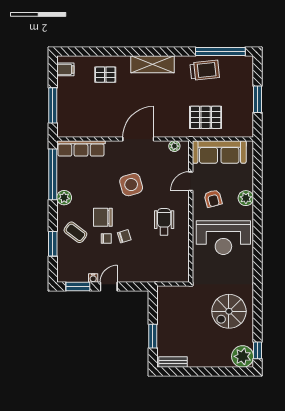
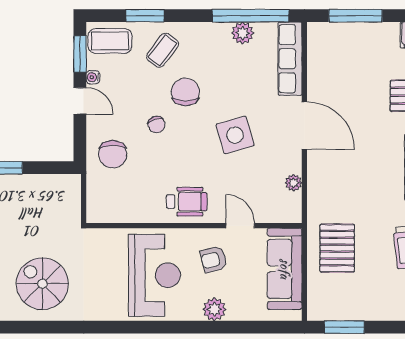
window: (258, 99) -> (344, 327), moved
door: (138, 139) -> (304, 126), moved
plant: (174, 146) -> (294, 183), moved
plant: (64, 198) -> (243, 33), moved
wheelchair: (164, 222) -> (187, 202), moved
chair: (106, 238) -> (113, 154), moved, width x1.87, depth x1.87
reception desk: (223, 238) -> (154, 275), turned 180
coffee table: (69, 267) -> (110, 41), added

